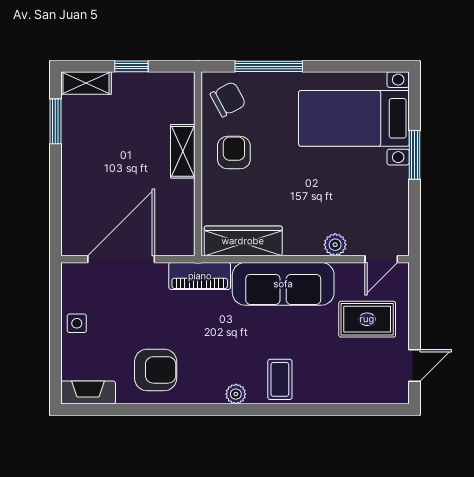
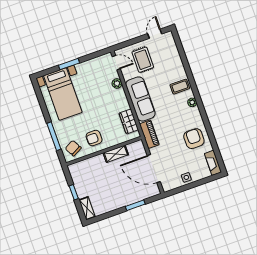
window: (55, 121) -> (135, 205), moved
shelving: (183, 151) -> (116, 154), moved
wardrobe: (243, 241) -> (129, 121), width x0.67
door: (415, 365) -> (155, 34), hinge flipped

